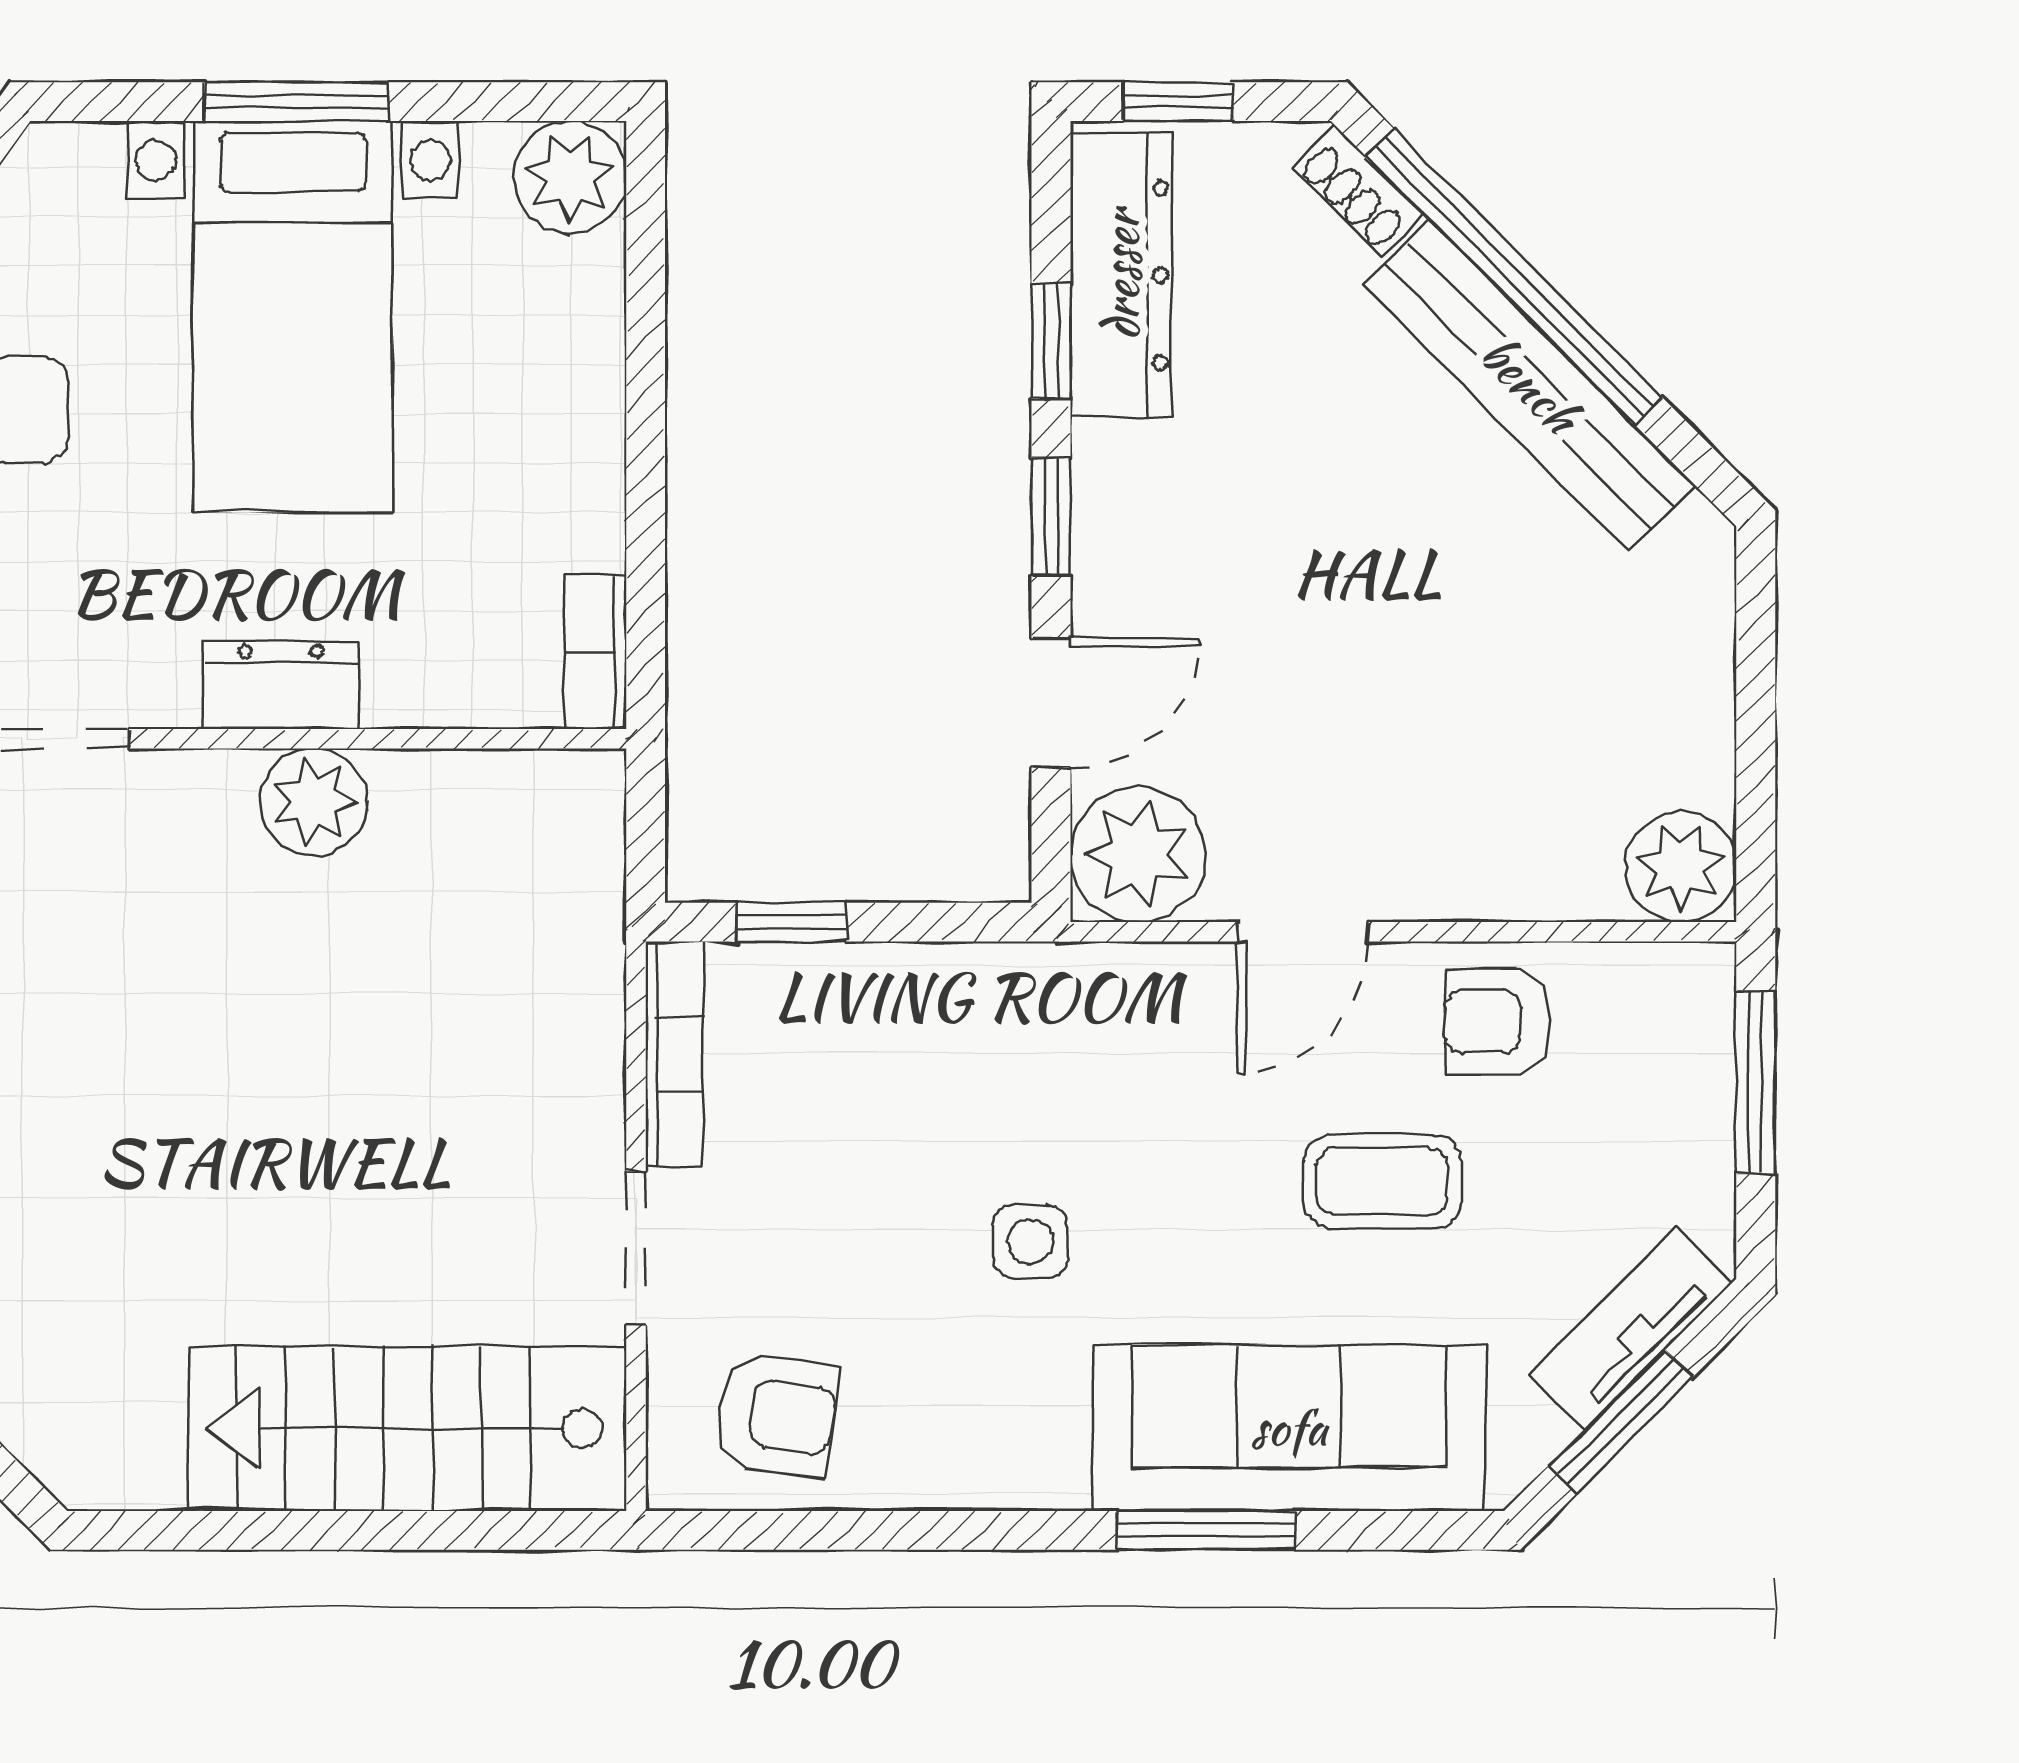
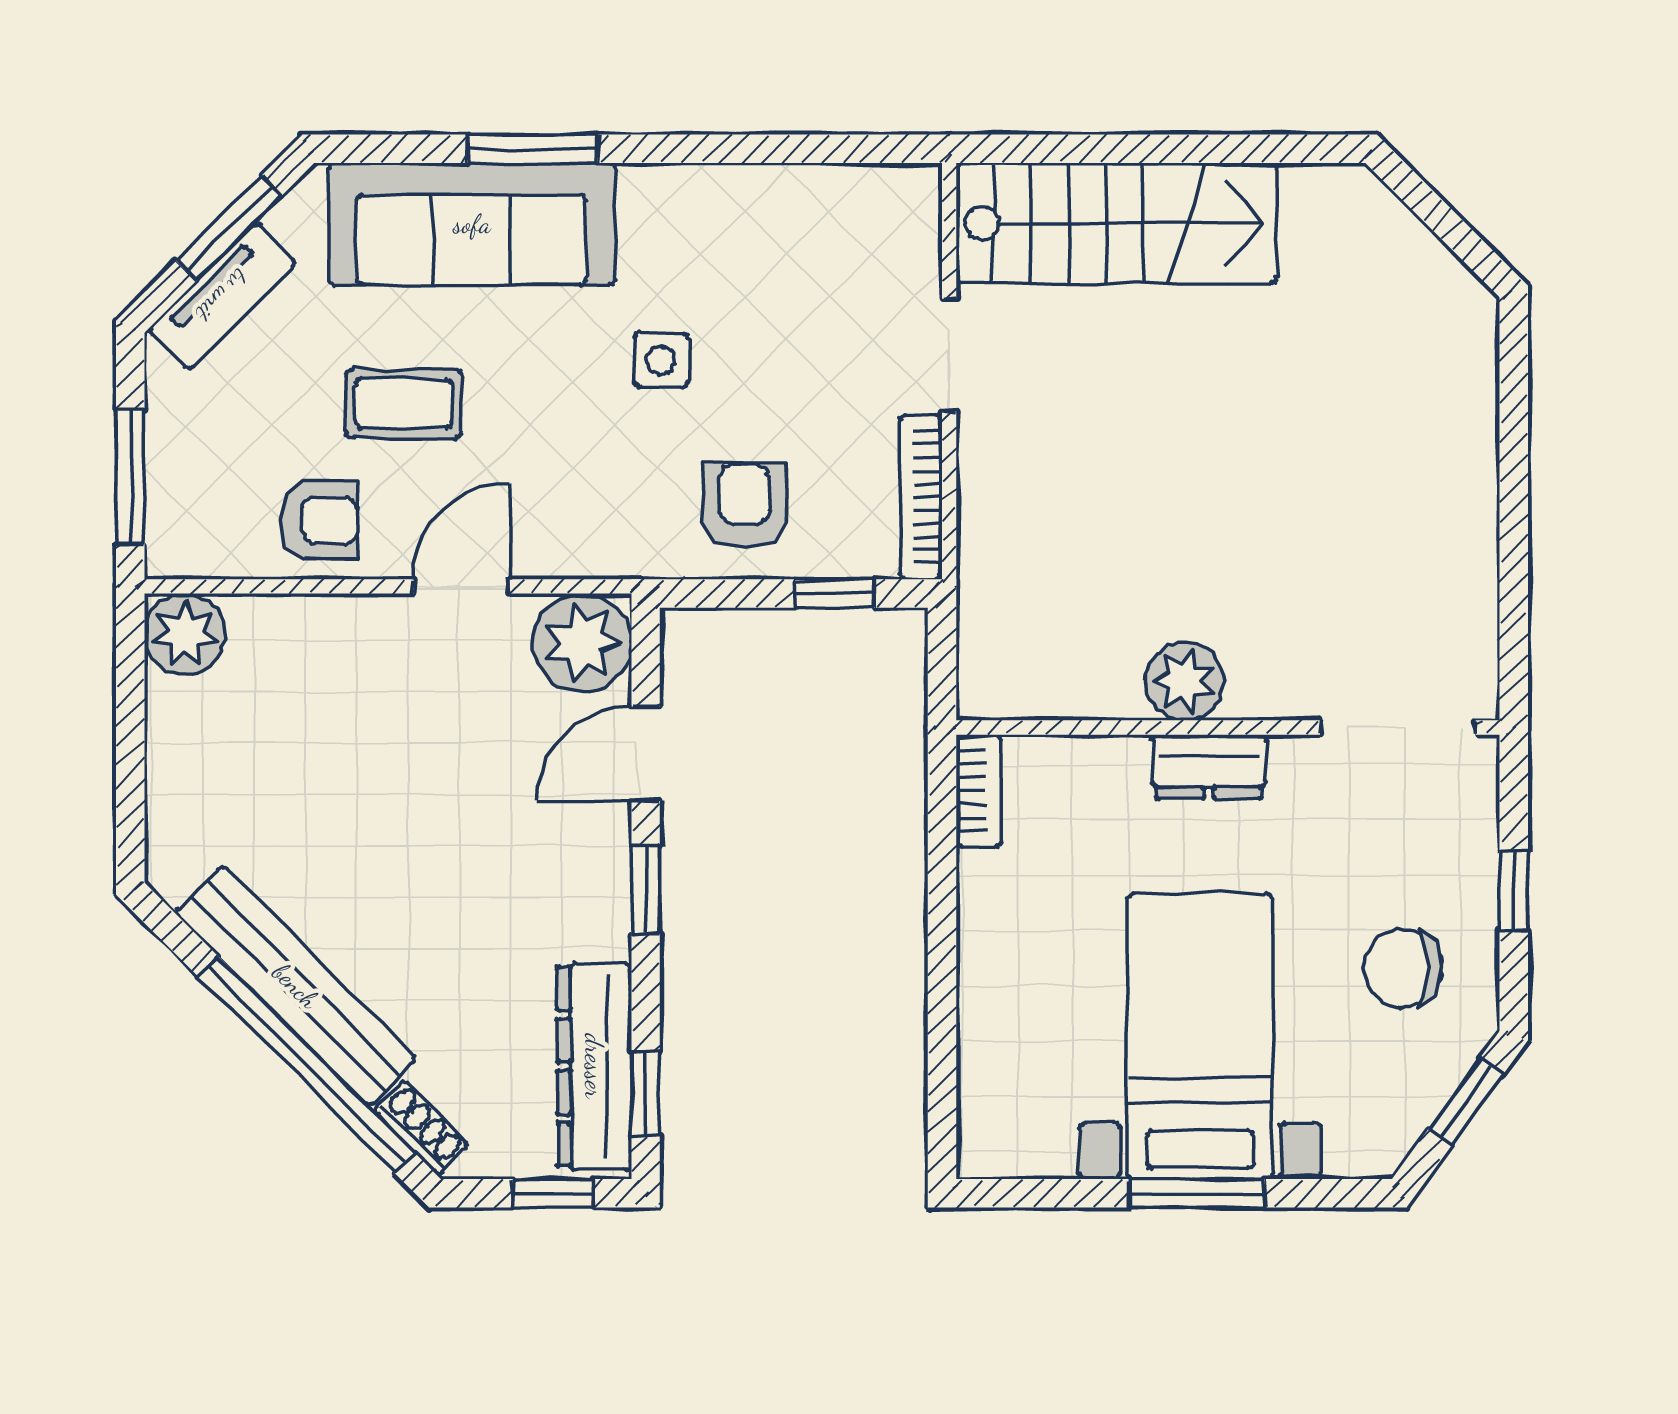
plant: (570, 177) -> (997, 1138), removed
window: (1051, 341) -> (646, 1094), moved
armchair: (776, 1415) -> (745, 506), moved, turned 82

